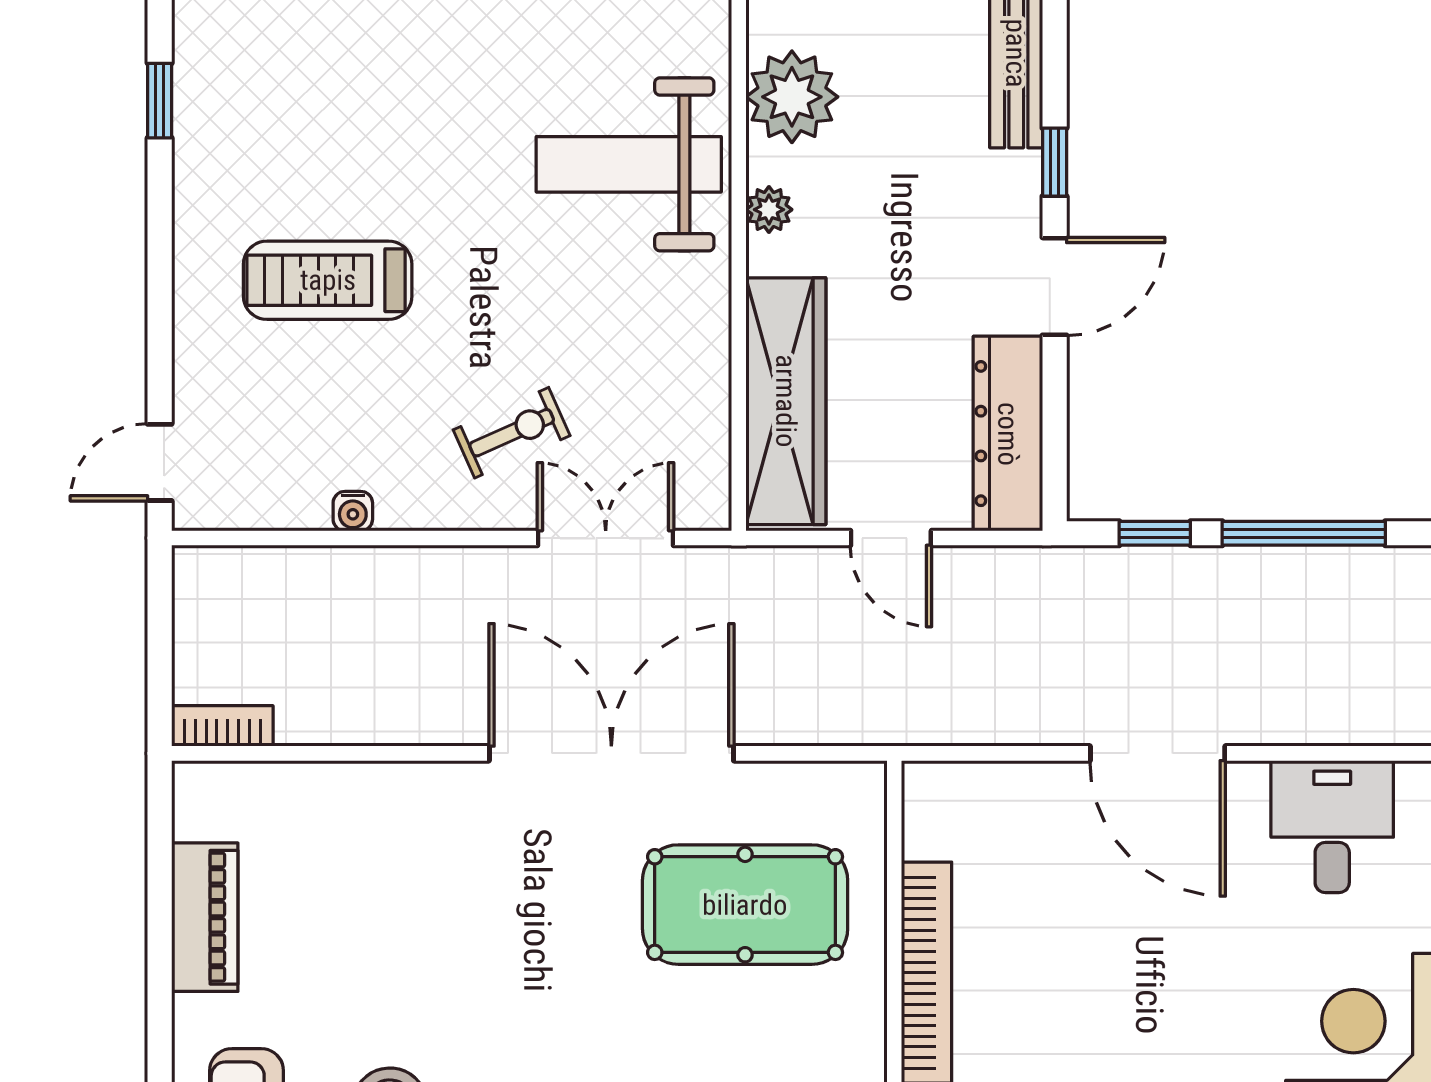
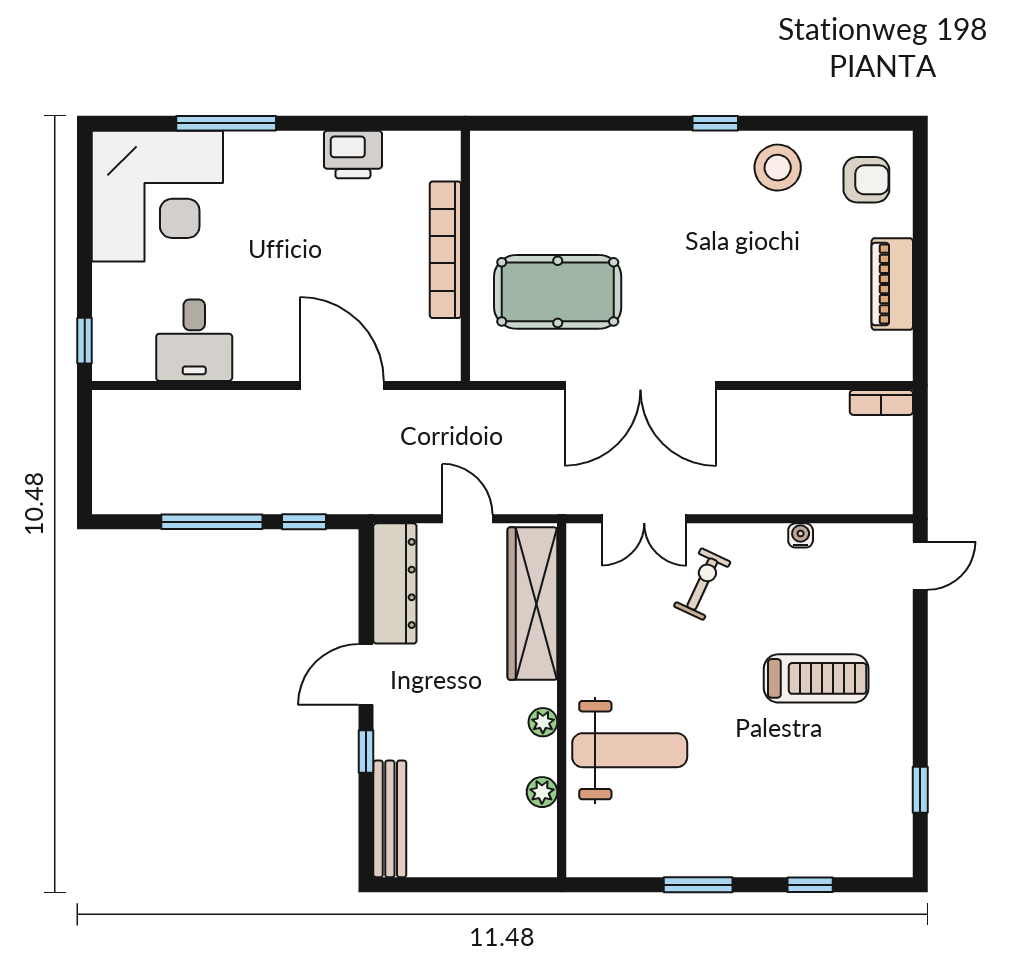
plant: (792, 97) -> (542, 792), width x0.53, depth x0.53
exercise bike: (512, 433) -> (702, 584), turned 139
door: (1158, 753) -> (342, 385), moved

